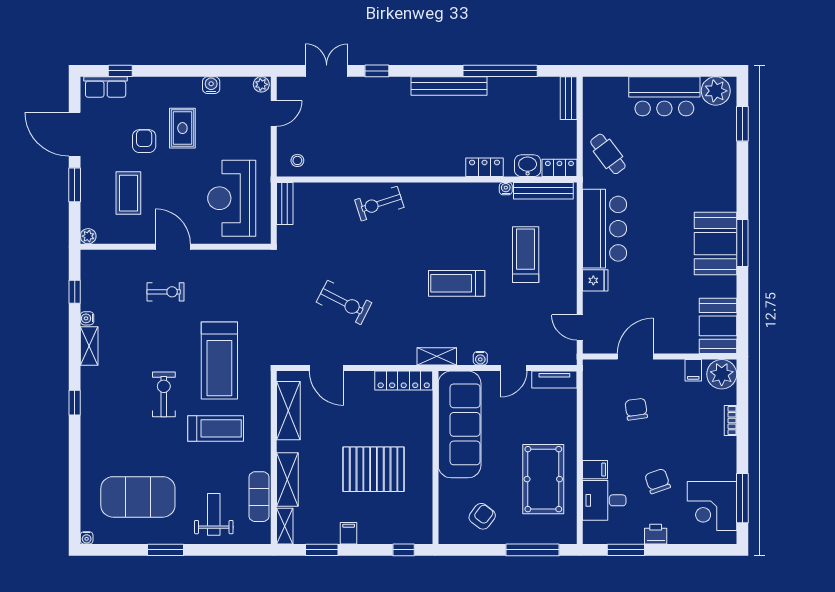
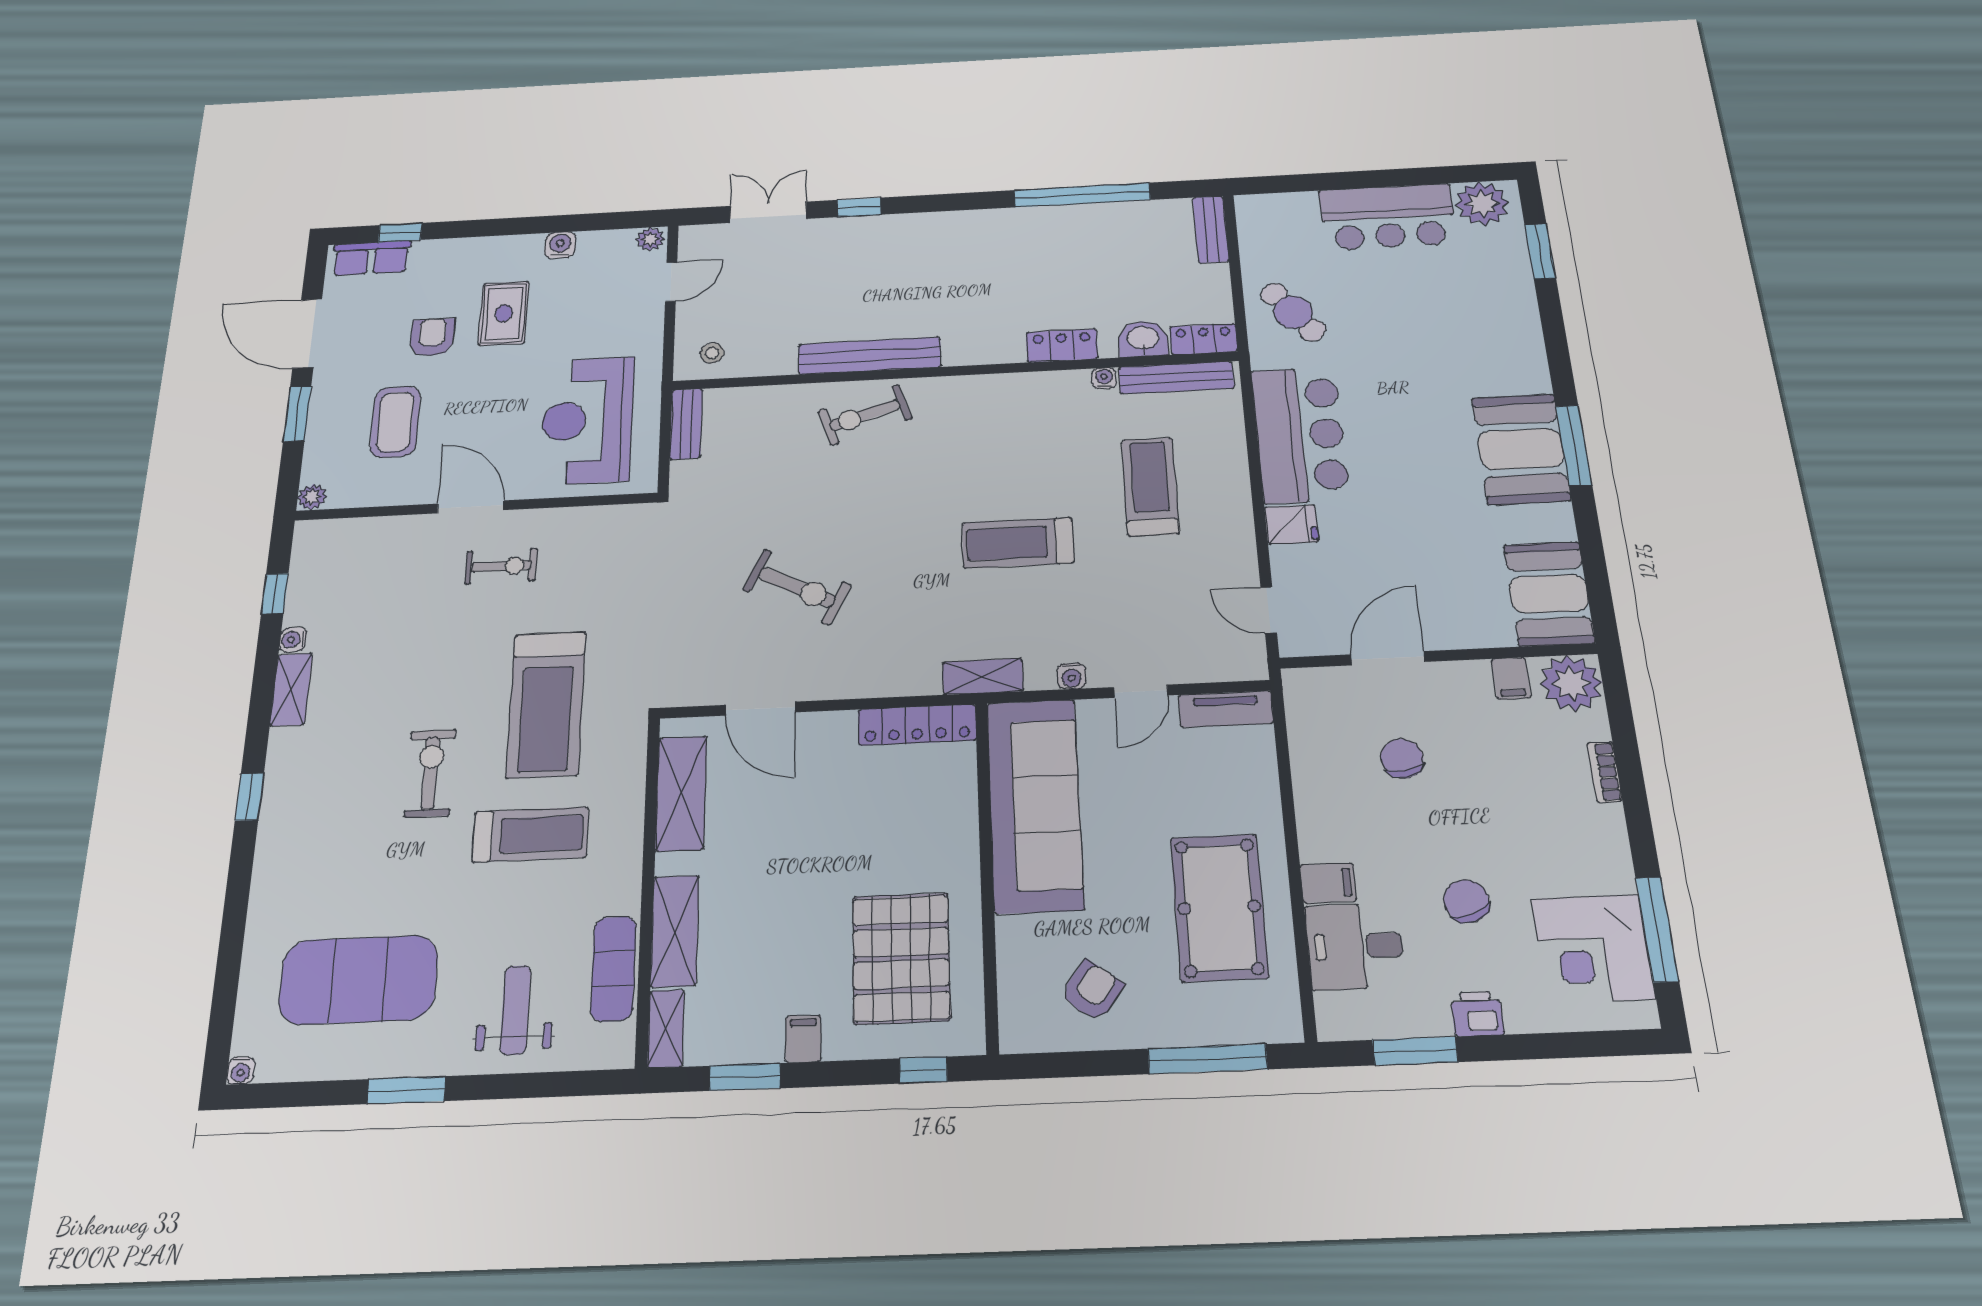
bench: (449, 86) -> (869, 356), moved
exercise bike: (165, 292) -> (501, 566), moved
pallet: (374, 469) -> (901, 958), moved, turned 90

